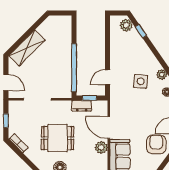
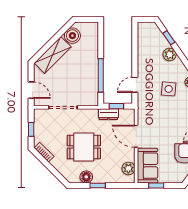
plant: (126, 25) -> (170, 54), moved
boiler: (46, 29) -> (72, 36), added
window: (74, 68) -> (101, 75), width x0.68
plant: (101, 147) -> (128, 168), moved

